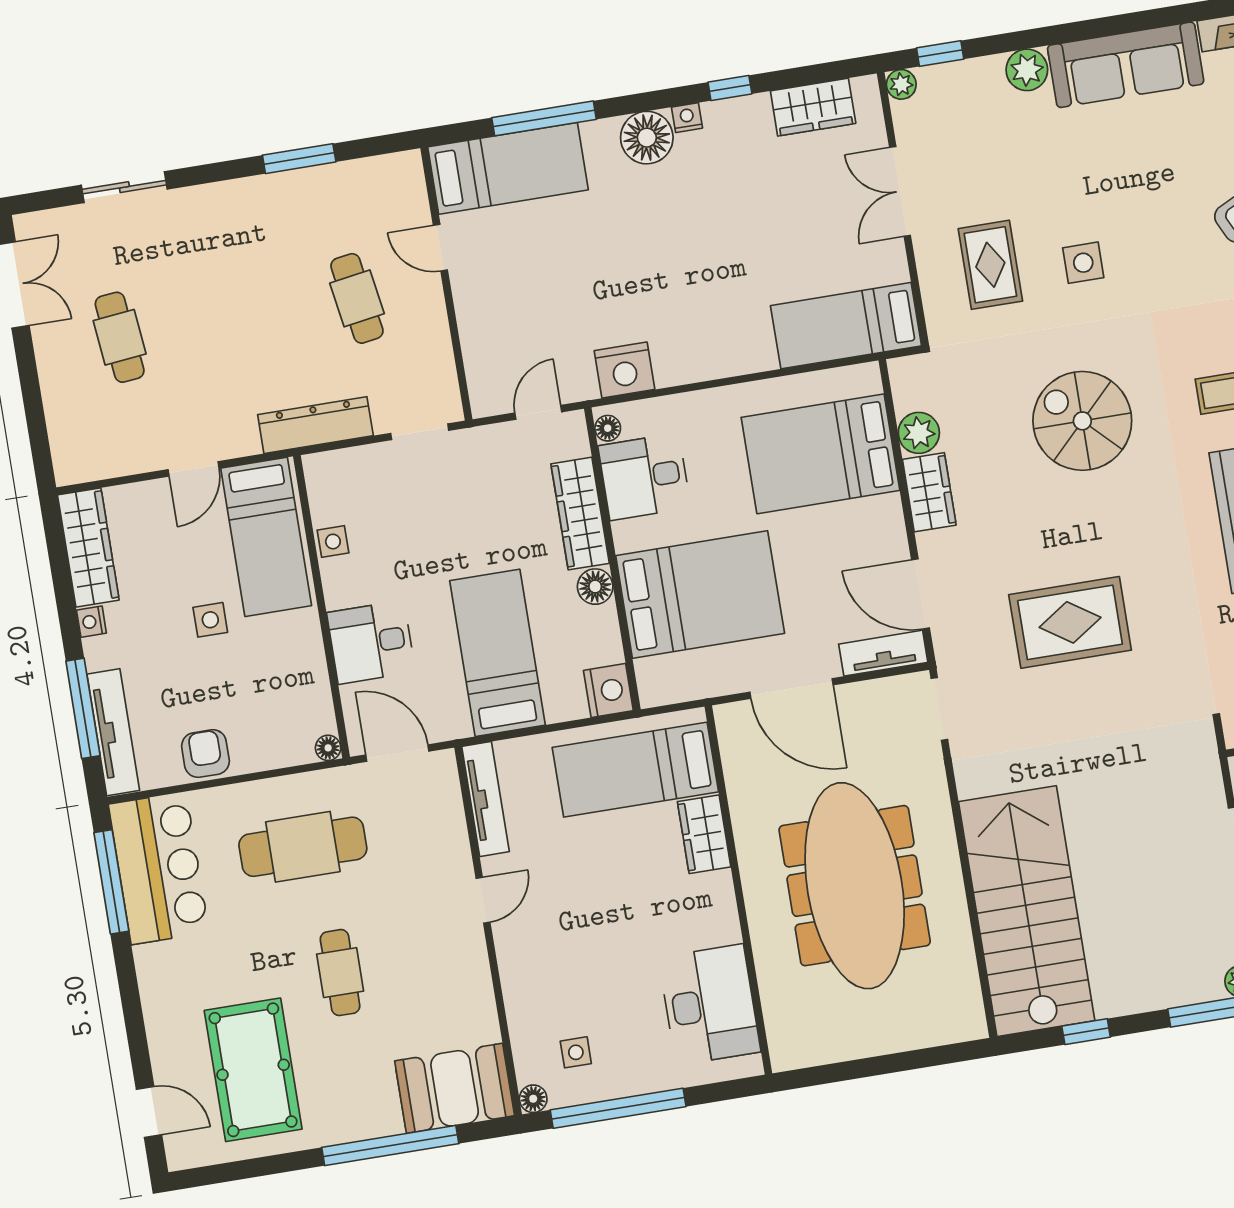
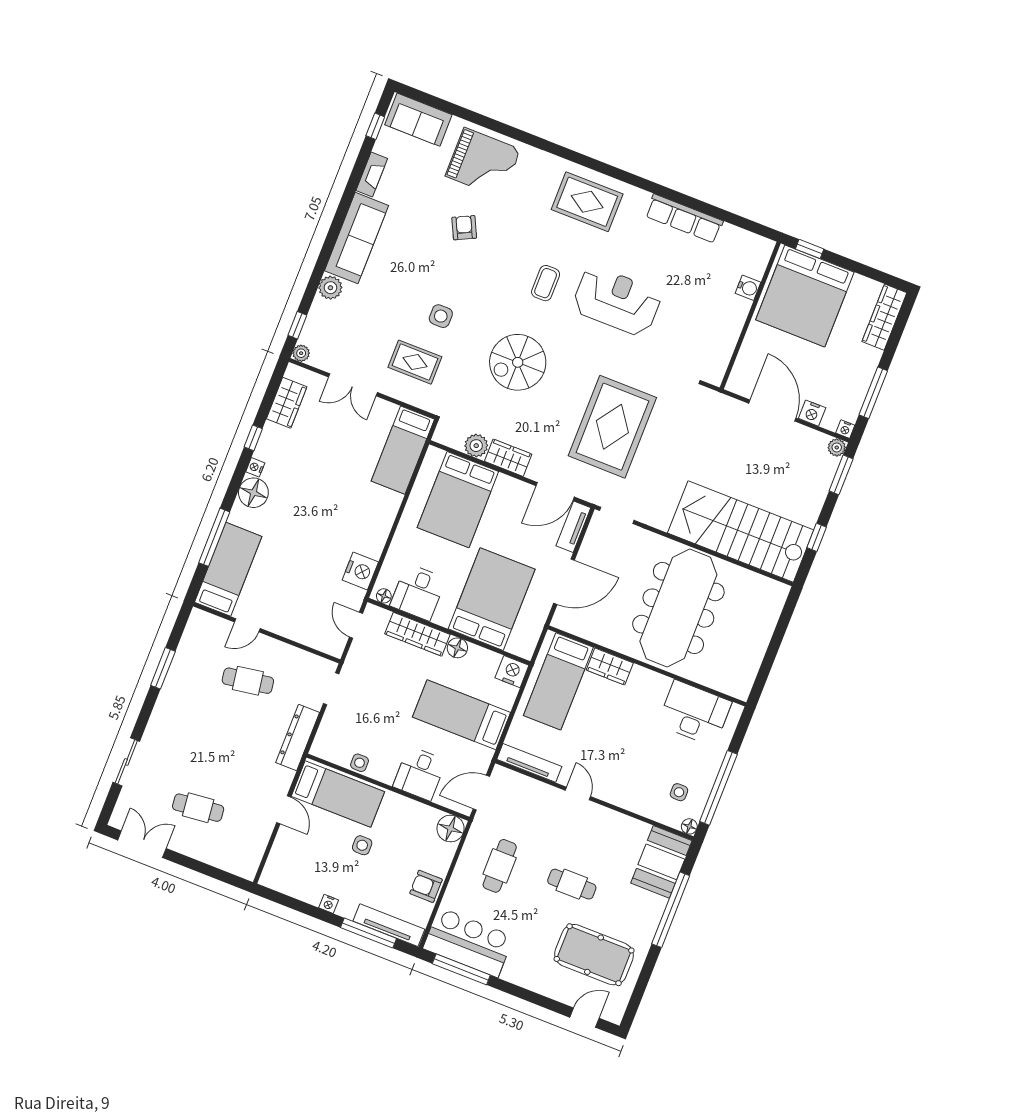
wardrobe: (88, 547) -> (292, 884), removed
rug: (1070, 622) -> (612, 427), width x1.37, depth x1.44
floor lamp: (328, 748) -> (451, 828), width x1.89, depth x1.89
cafe table: (303, 847) -> (500, 866), width x0.73, depth x0.74
meeting table: (855, 886) -> (678, 608), turned 90

